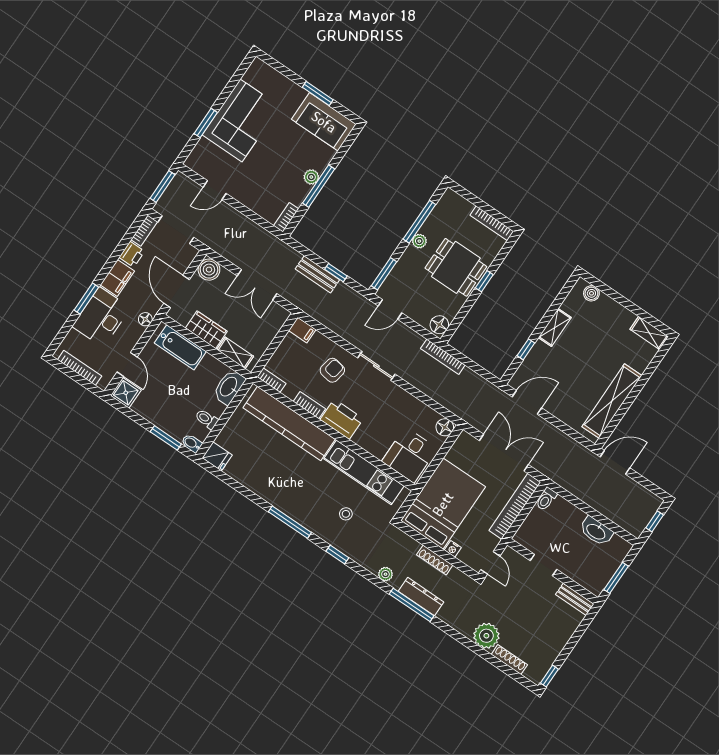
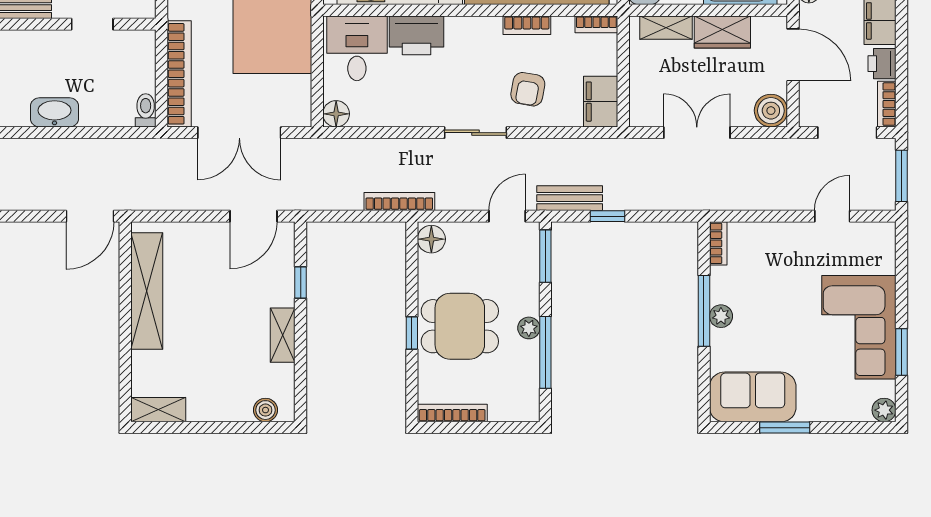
plant: (258, 67) -> (884, 410), added
window: (206, 123) -> (901, 352), moved
bench: (317, 274) -> (570, 198), moved
filing cabinet: (302, 330) -> (601, 102), width x2.00
printer: (342, 419) -> (416, 35), moved

